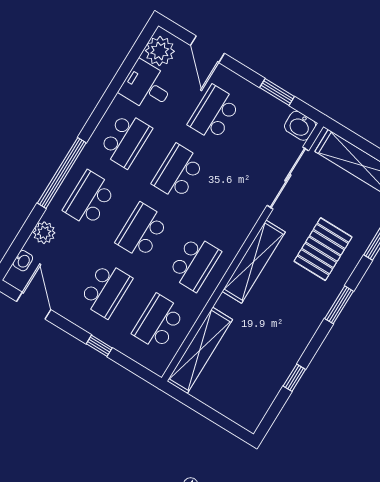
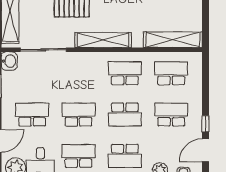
school desk: (214, 113) -> (32, 115), turned 180
school desk: (178, 172) -> (78, 115), turned 180
school desk: (158, 322) -> (171, 73), turned 180
window: (99, 346) -> (205, 124), moved

